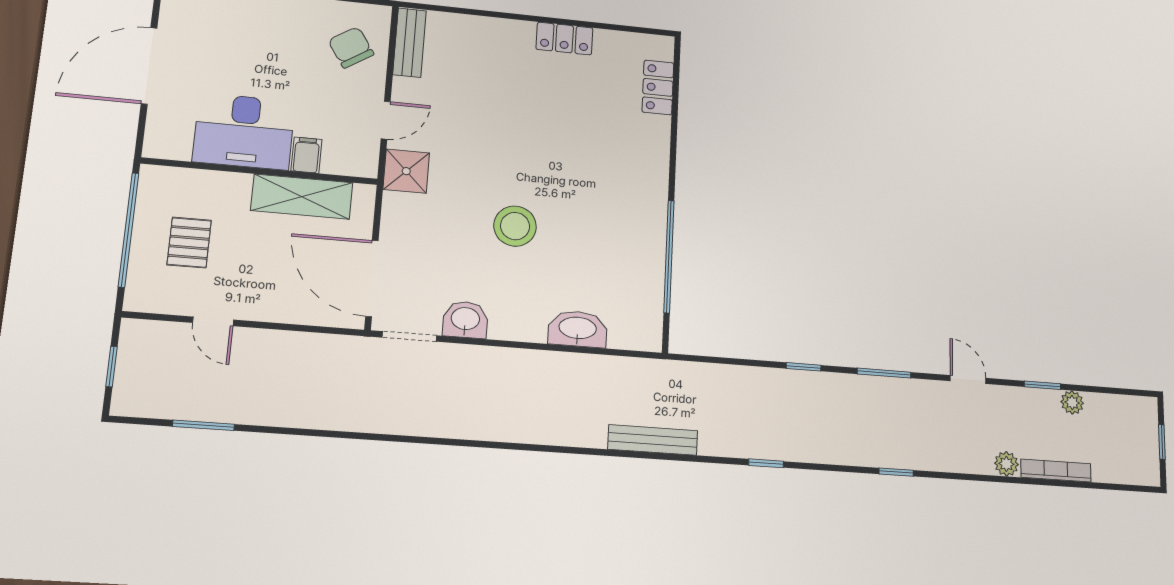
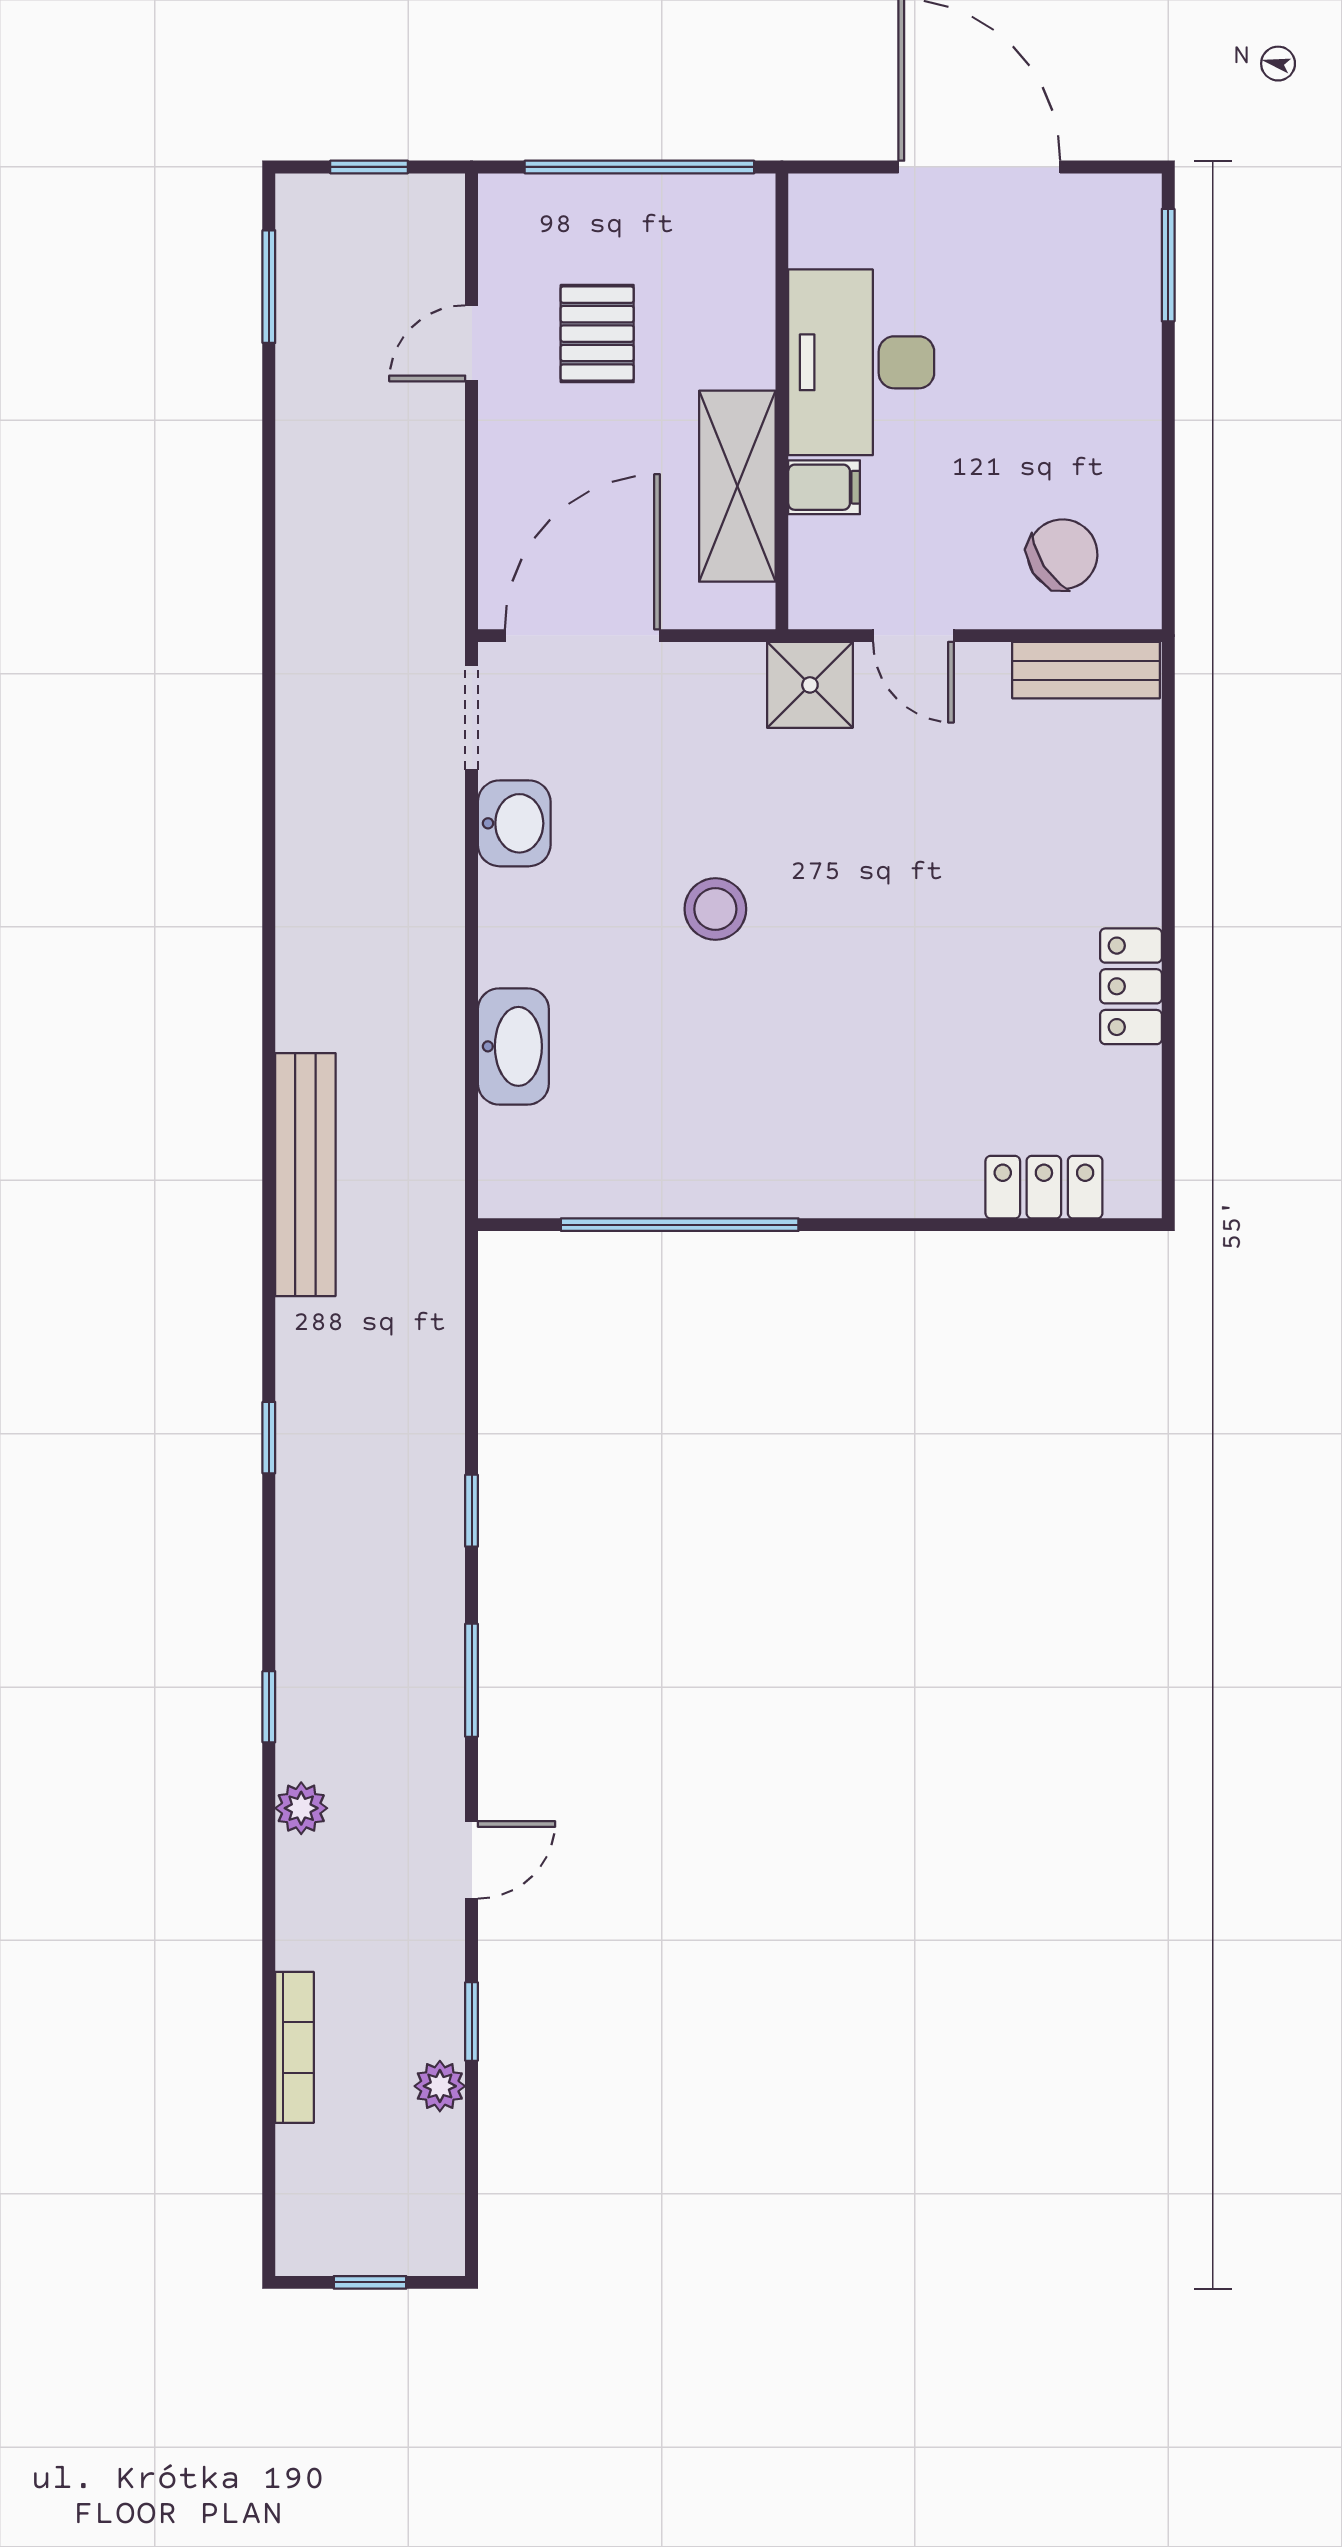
stool: (515, 226) -> (715, 909), width x0.73, depth x0.73
pallet: (189, 243) -> (597, 334), moved, turned 90
window: (203, 425) -> (269, 287), moved
bench: (653, 440) -> (305, 1175), width x1.37, depth x1.21
plant: (1006, 464) -> (301, 1808), moved

